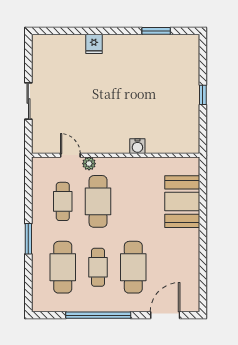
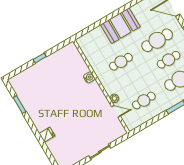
door: (70, 155) -> (116, 111), swing flipped
cafe table: (98, 201) -> (121, 62), moved, width x0.73, depth x0.74
booth: (182, 202) -> (120, 26), moved

